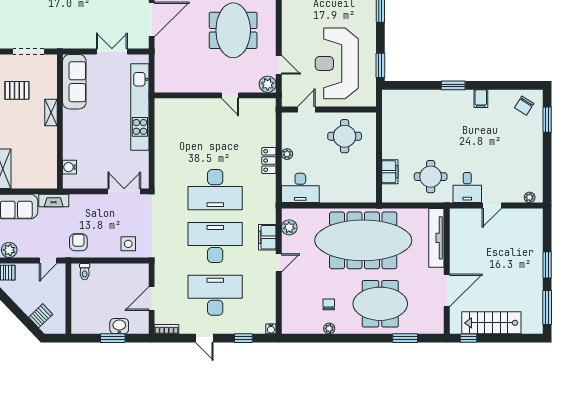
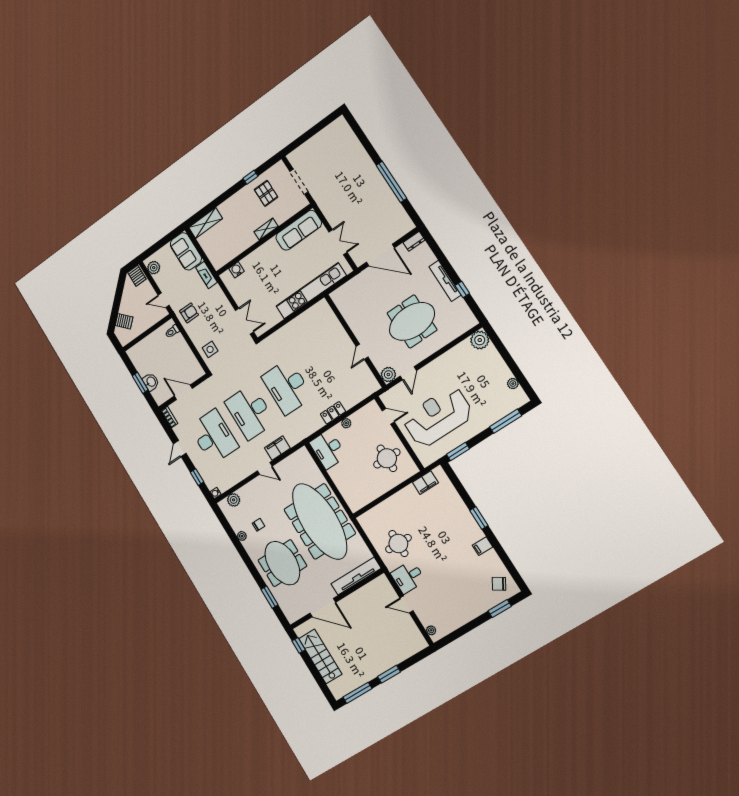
filing cabinet: (390, 172) -> (425, 483), moved
plant: (289, 227) -> (234, 500), moved
desk: (215, 242) -> (250, 412), turned 180

